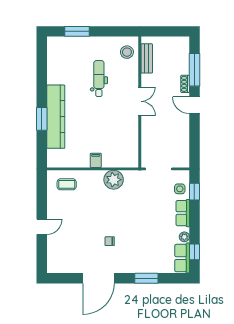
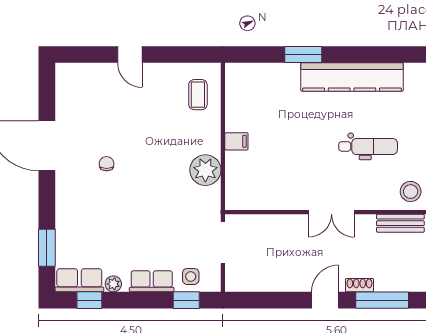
kitchen counter: (56, 117) -> (352, 77), moved
window: (146, 278) -> (47, 248), moved

